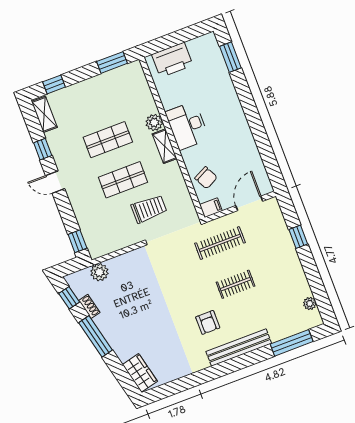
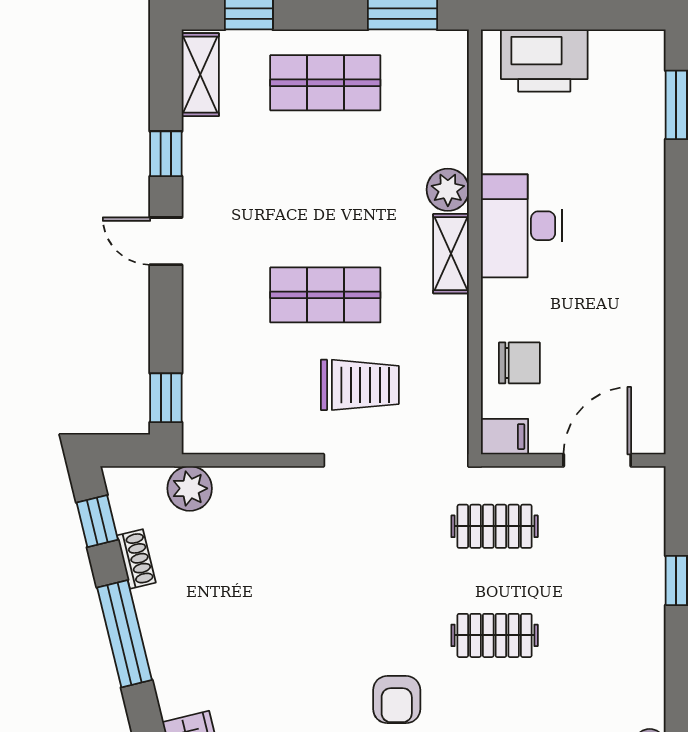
shop shelf: (108, 140) -> (325, 83), moved
chair: (206, 178) -> (519, 363), turned -63
clothes rail: (220, 243) -> (495, 526), width x0.73

